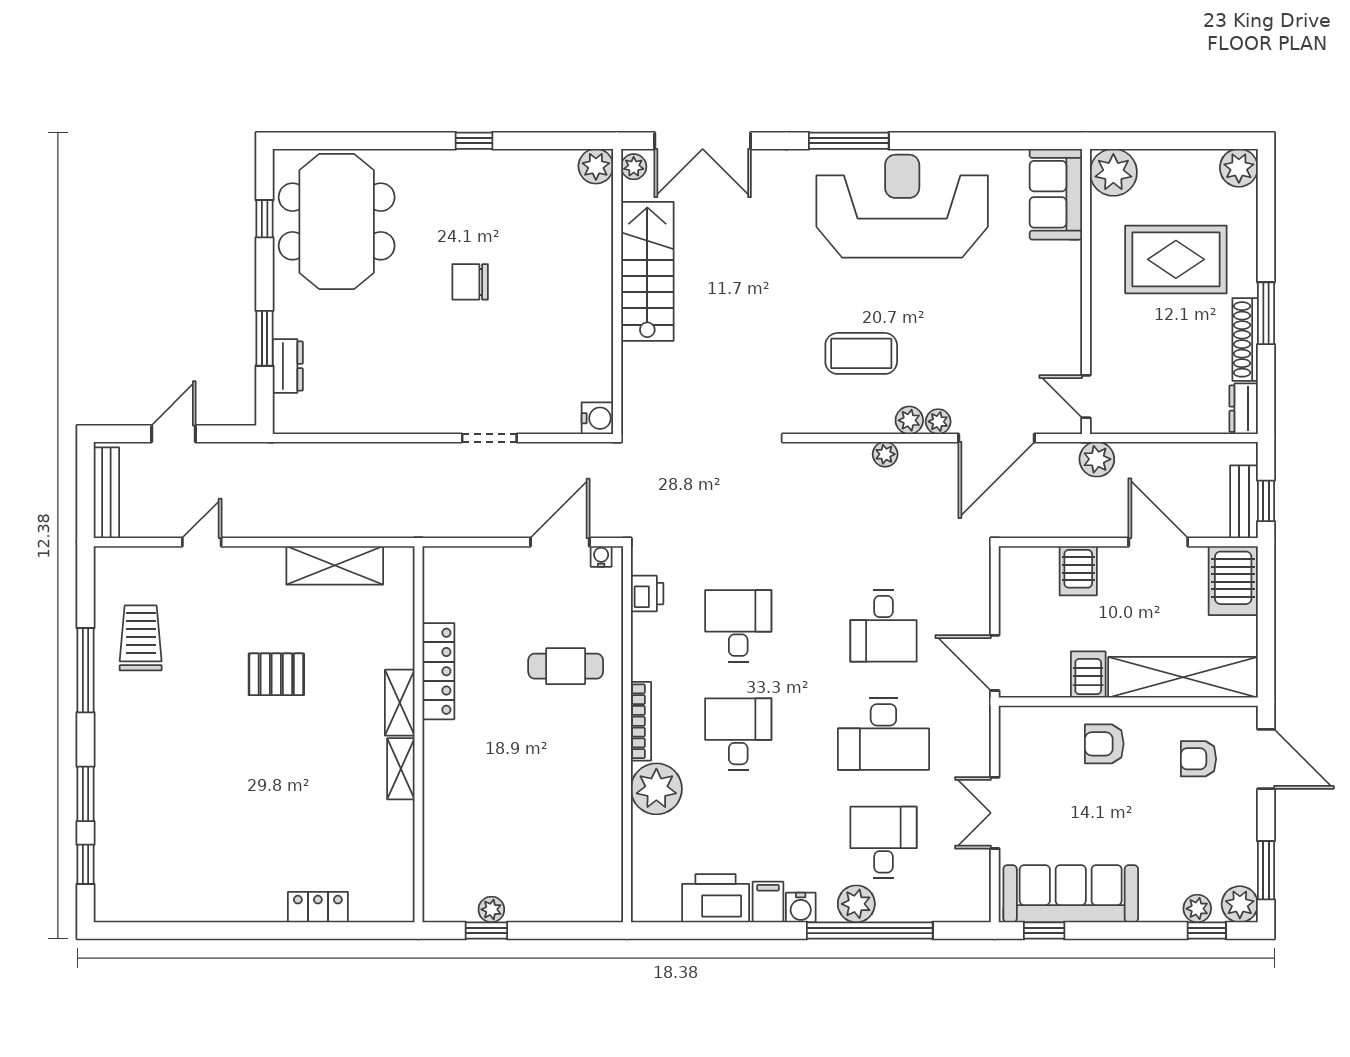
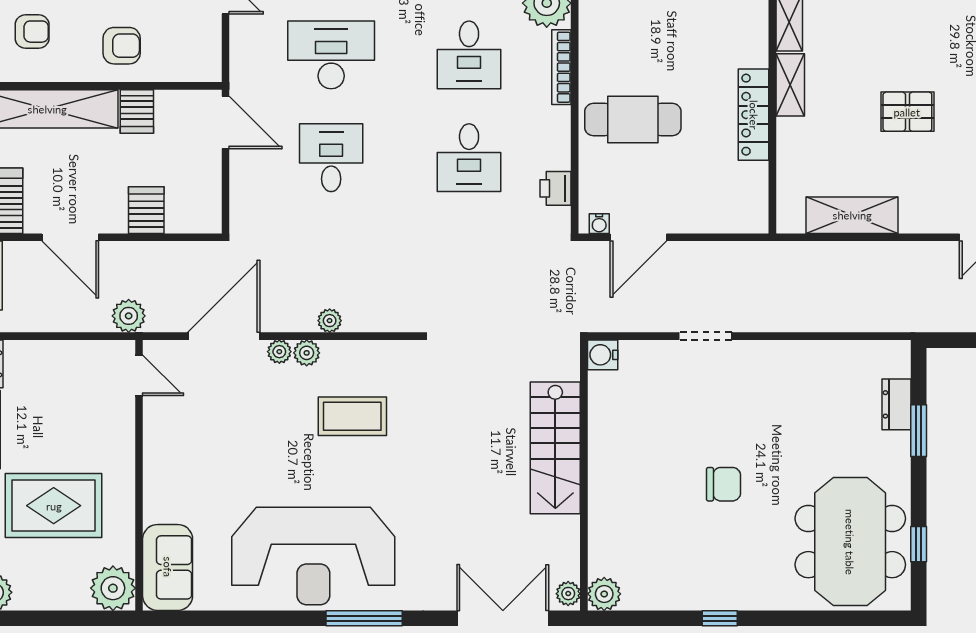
stairs: (647, 271) -> (555, 448), moved
cafe table: (566, 666) -> (633, 120), width x1.37, depth x1.35

